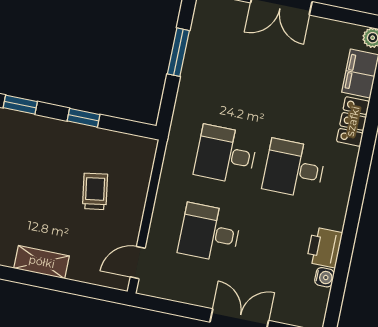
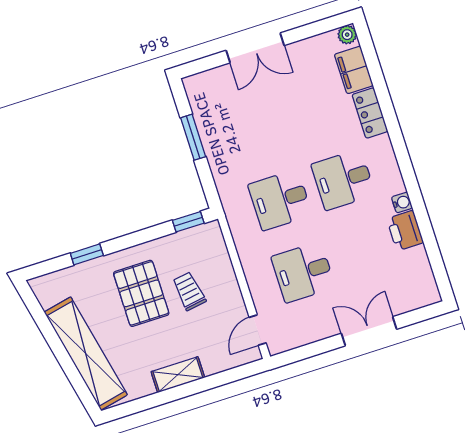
window: (84, 118) -> (188, 222), moved
pallet: (50, 169) -> (141, 293), added
water cooler: (324, 277) -> (402, 202), moved

